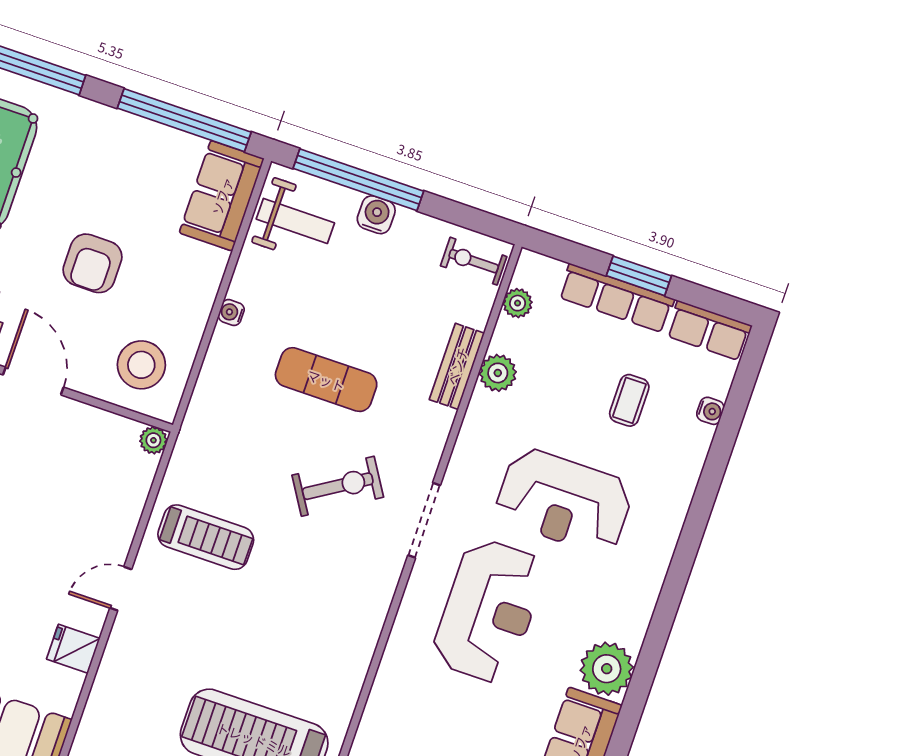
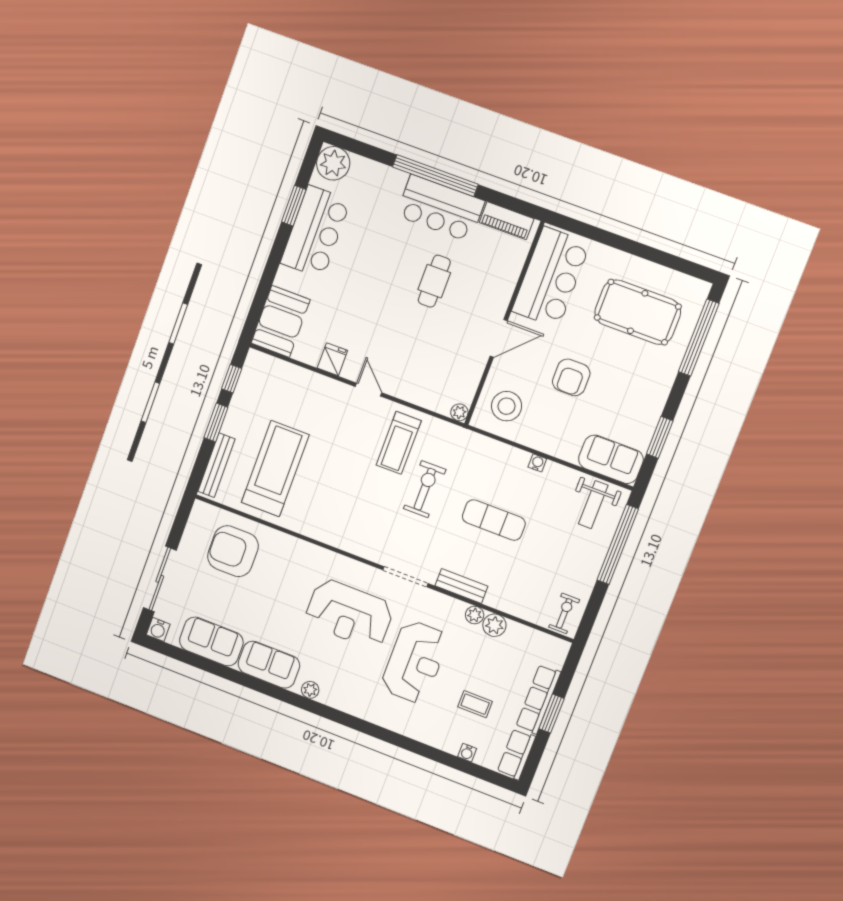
window: (184, 120) -> (660, 437), width x0.47
water cooler: (376, 215) -> (595, 555), removed
armchair: (93, 263) -> (571, 377), turned -90
plant: (518, 303) -> (475, 615), moved
bench: (457, 366) -> (461, 586), moved
exercise mat: (326, 380) -> (494, 520), turned 90
exercise bike: (338, 486) -> (425, 489), moved, turned -148
reception desk: (564, 501) -> (415, 662), turned 180
plant: (607, 669) -> (310, 690), width x0.53, depth x0.53

